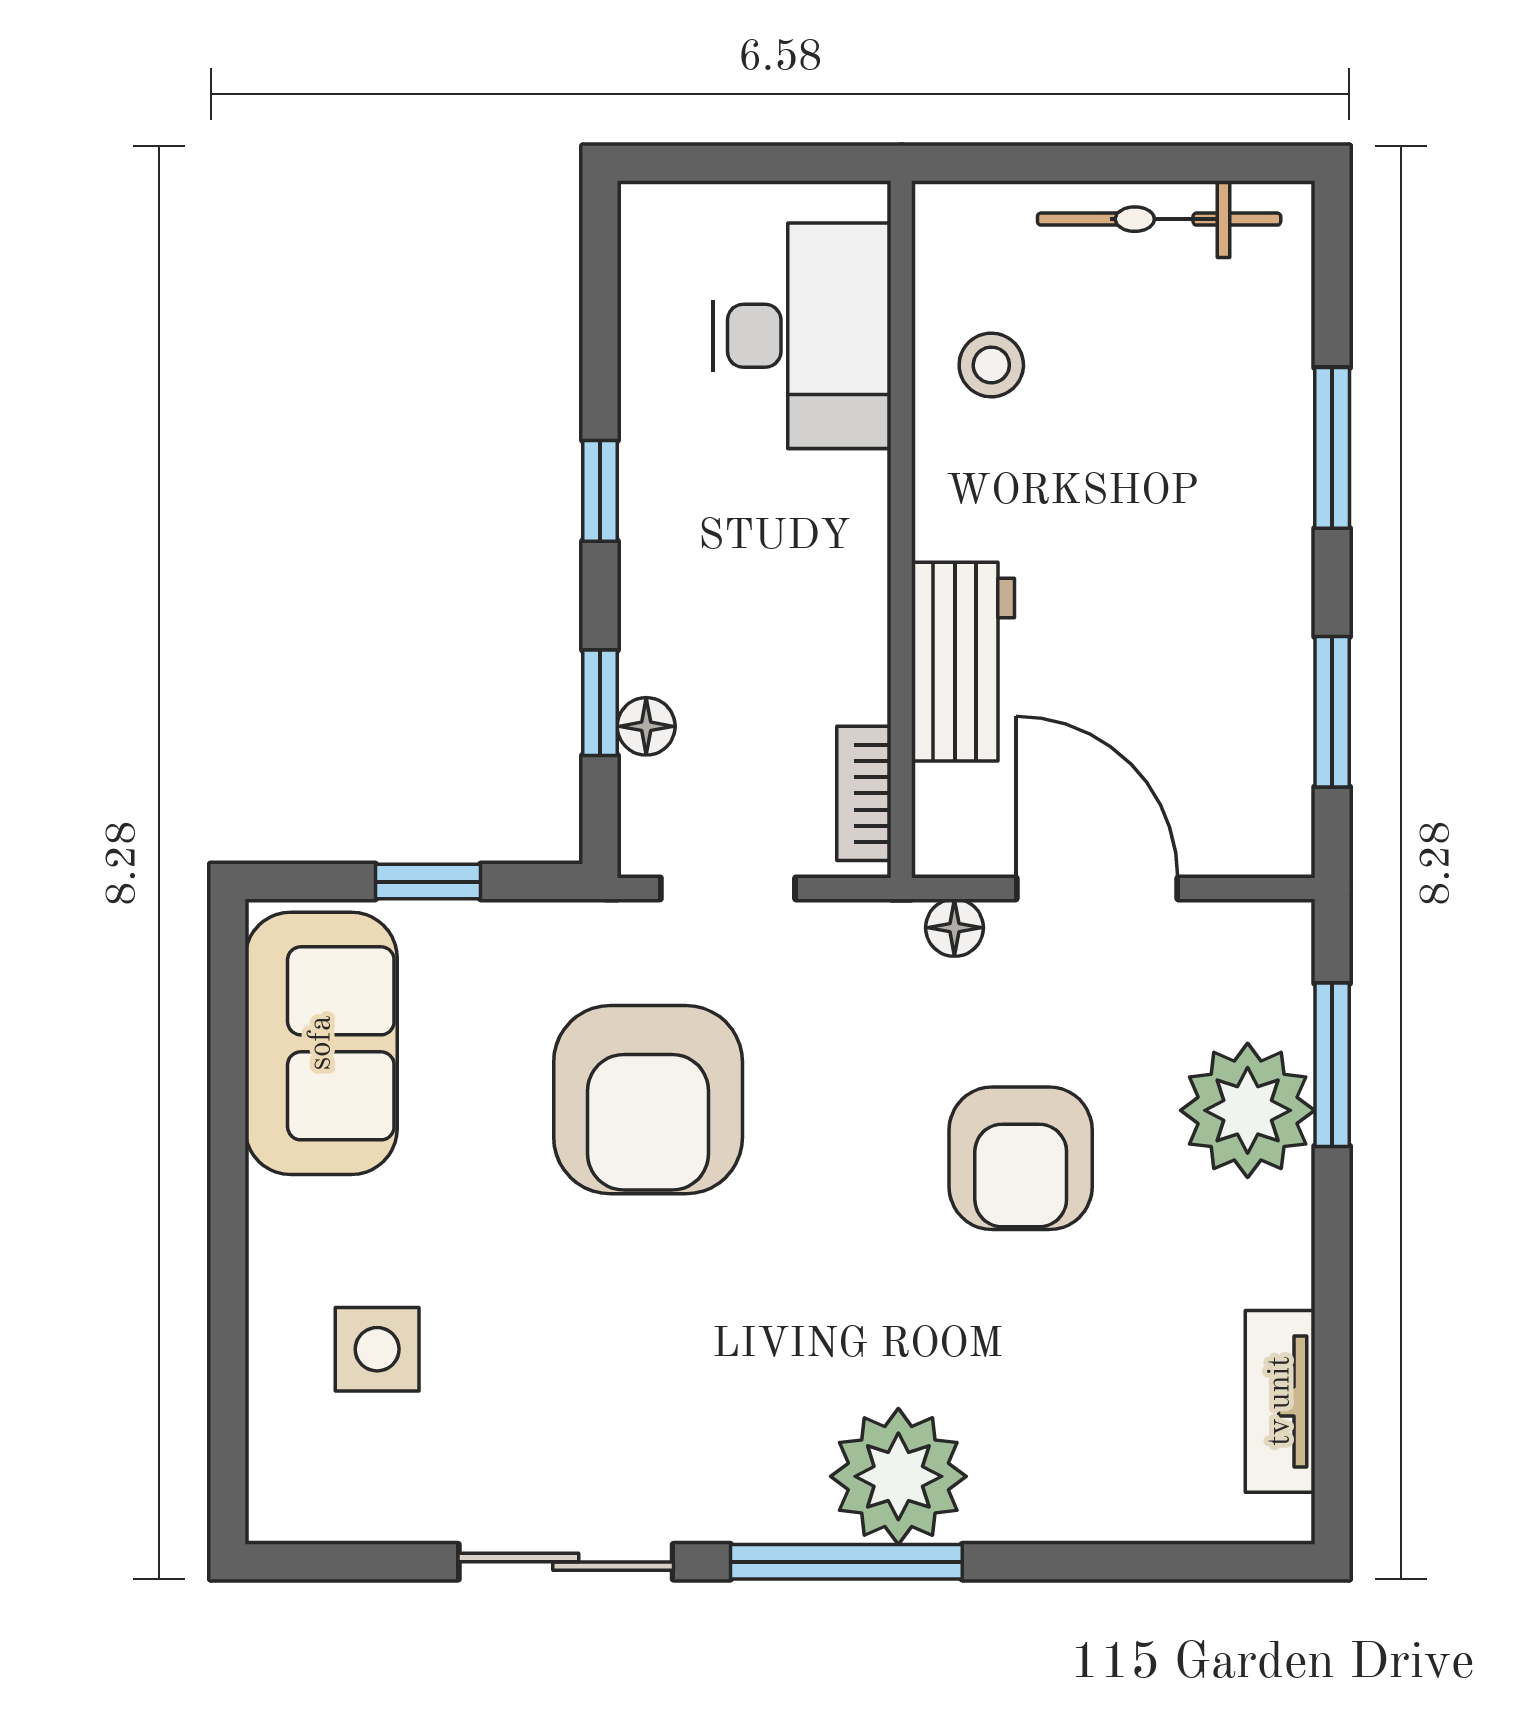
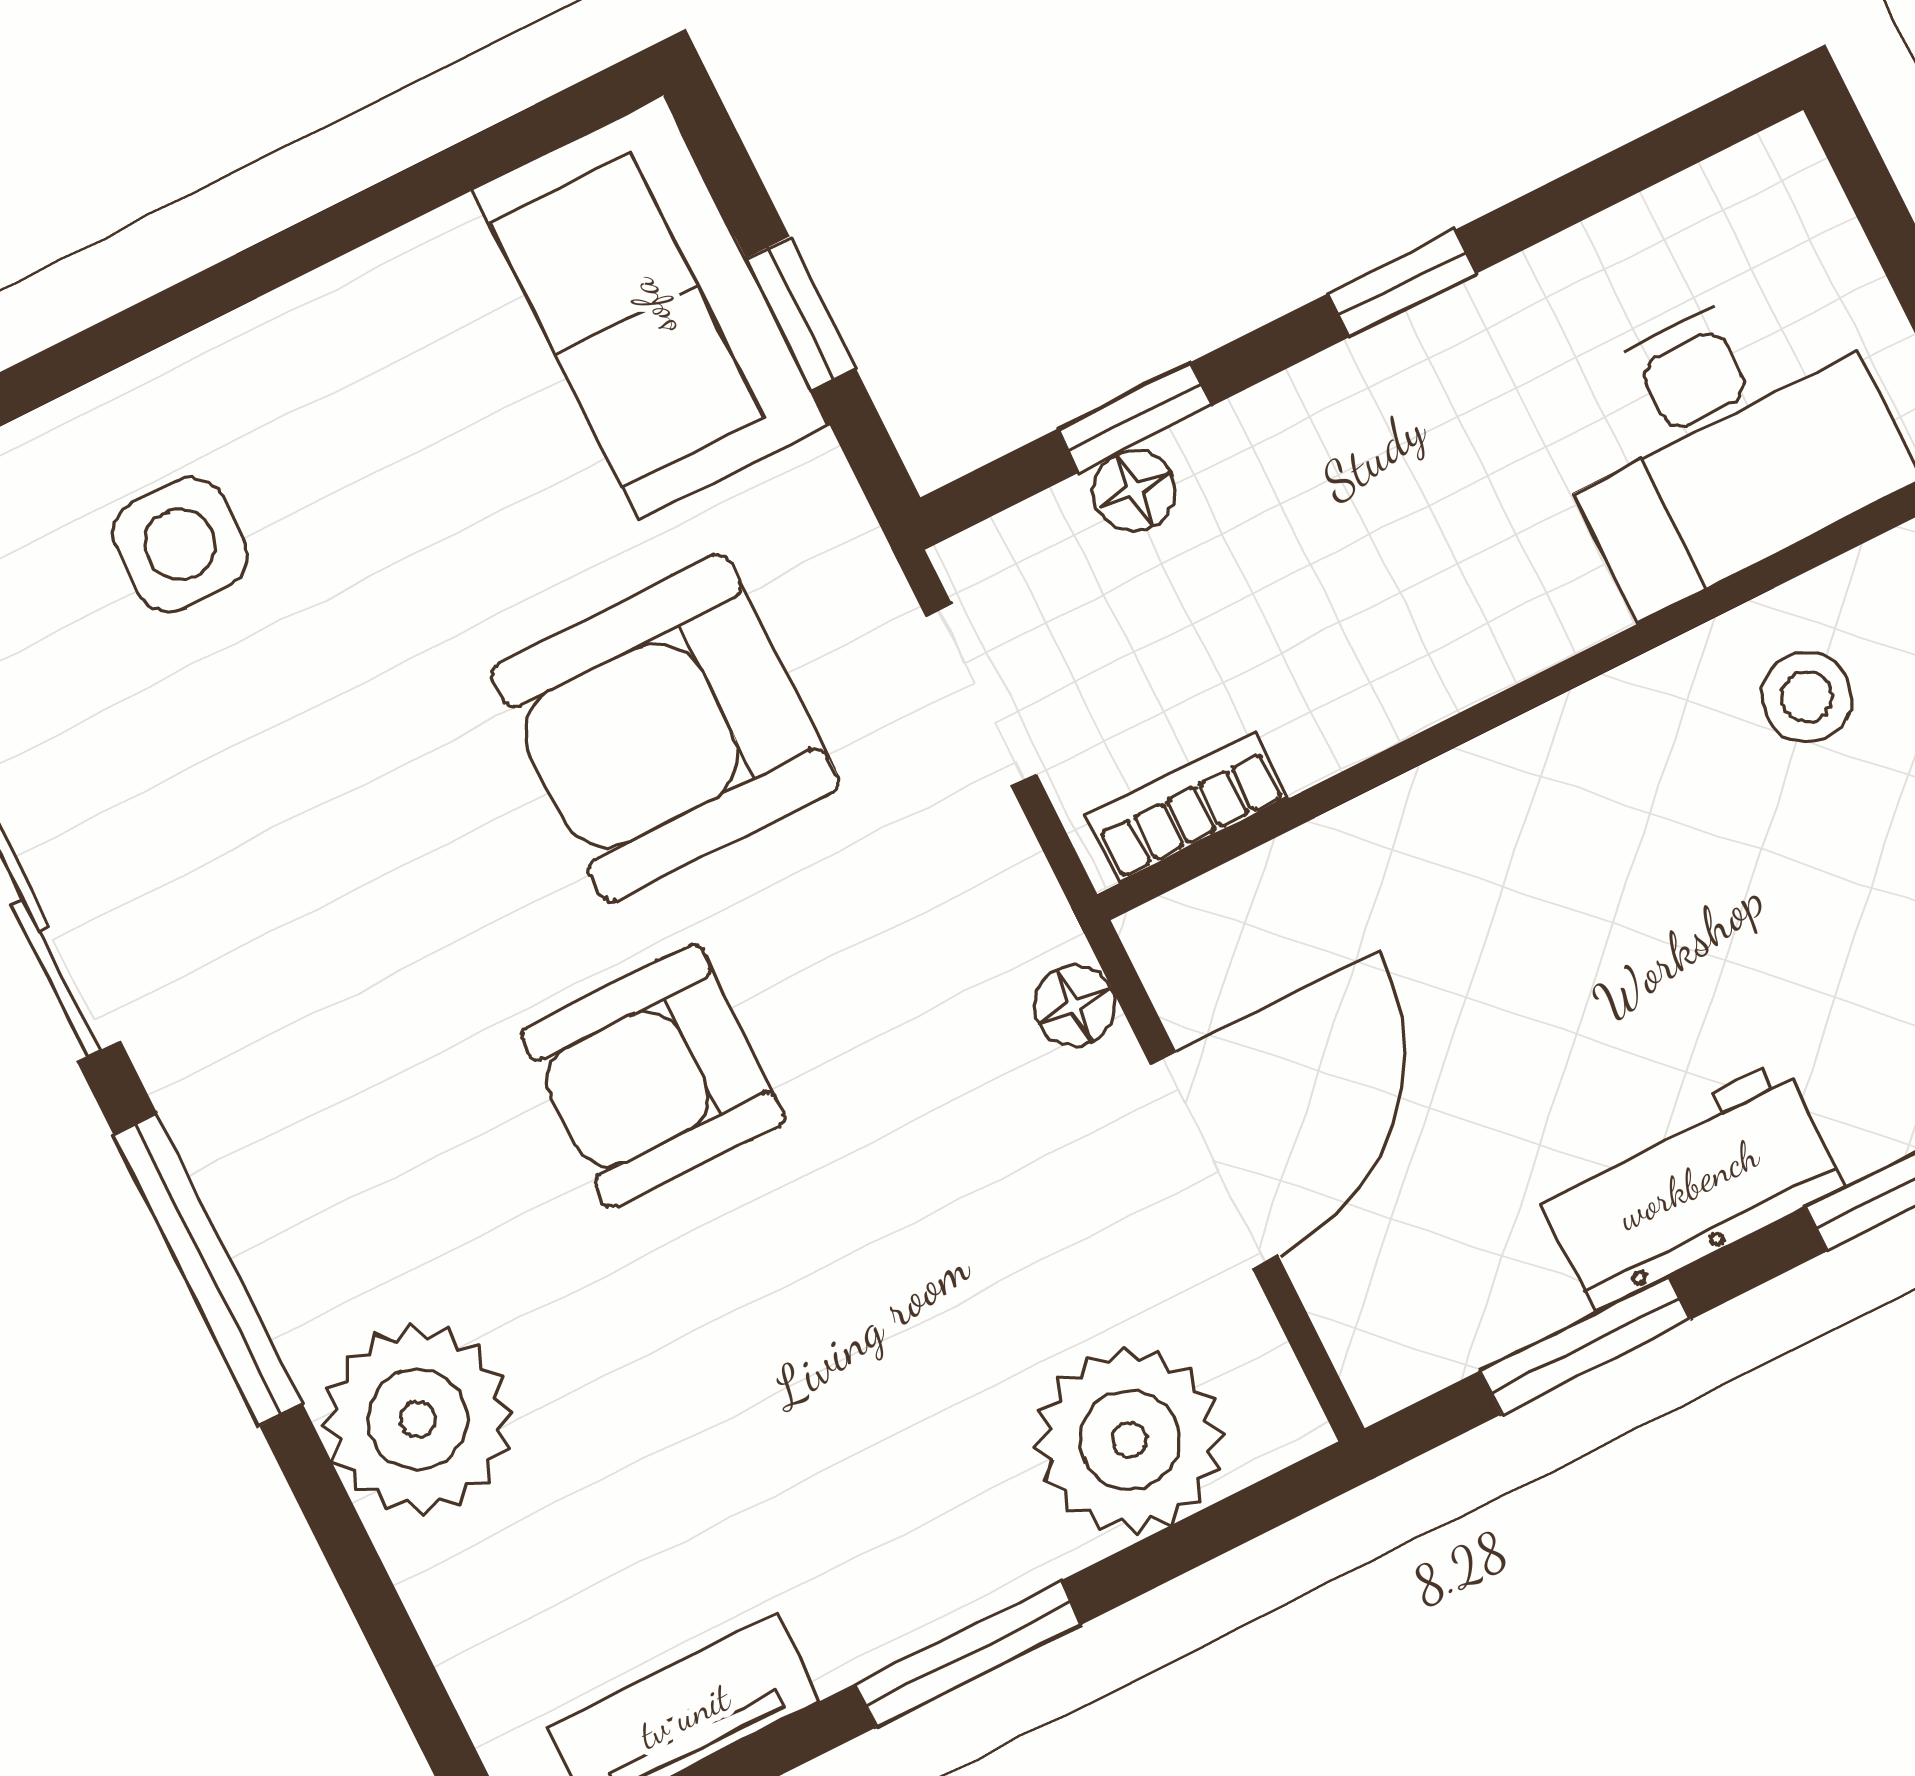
workbench: (963, 662) -> (1688, 1185), moved, turned 180
sofa: (321, 1043) -> (651, 307), moved, turned 90
window: (1332, 1065) -> (968, 1654), moved
plant: (1248, 1110) -> (1129, 1440), moved
armchair: (1021, 1158) -> (653, 1076), moved
plant: (898, 1476) -> (418, 1419), moved

